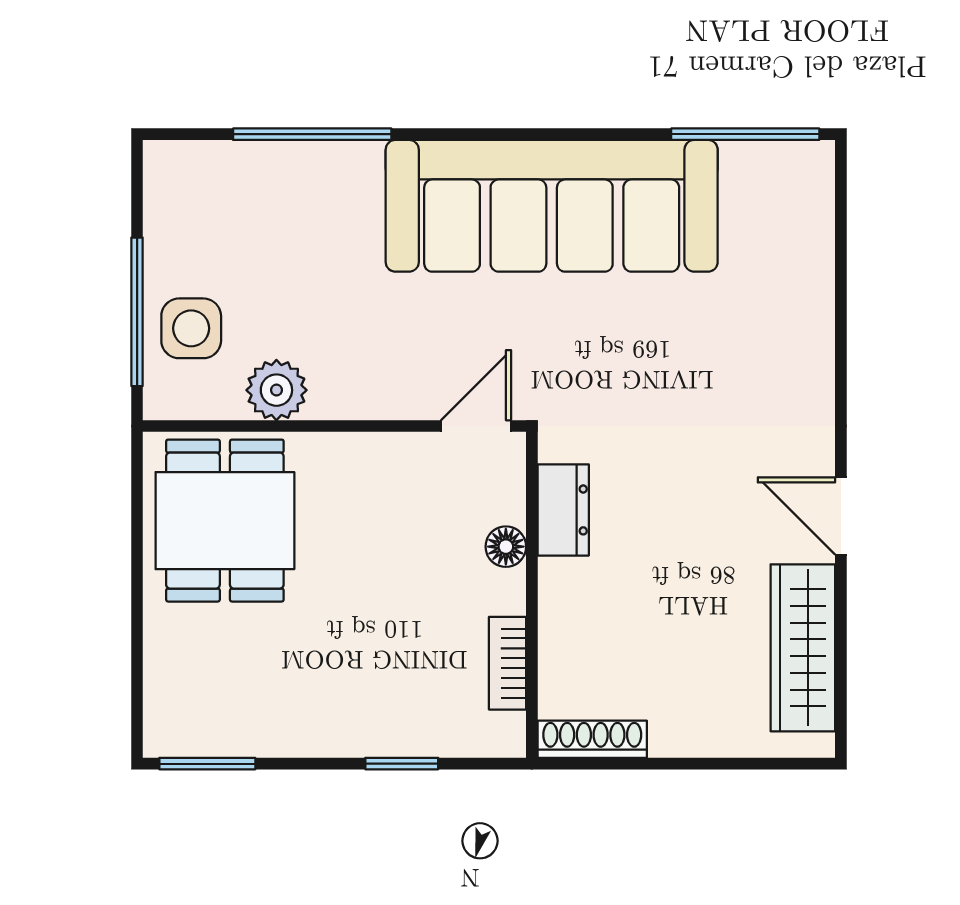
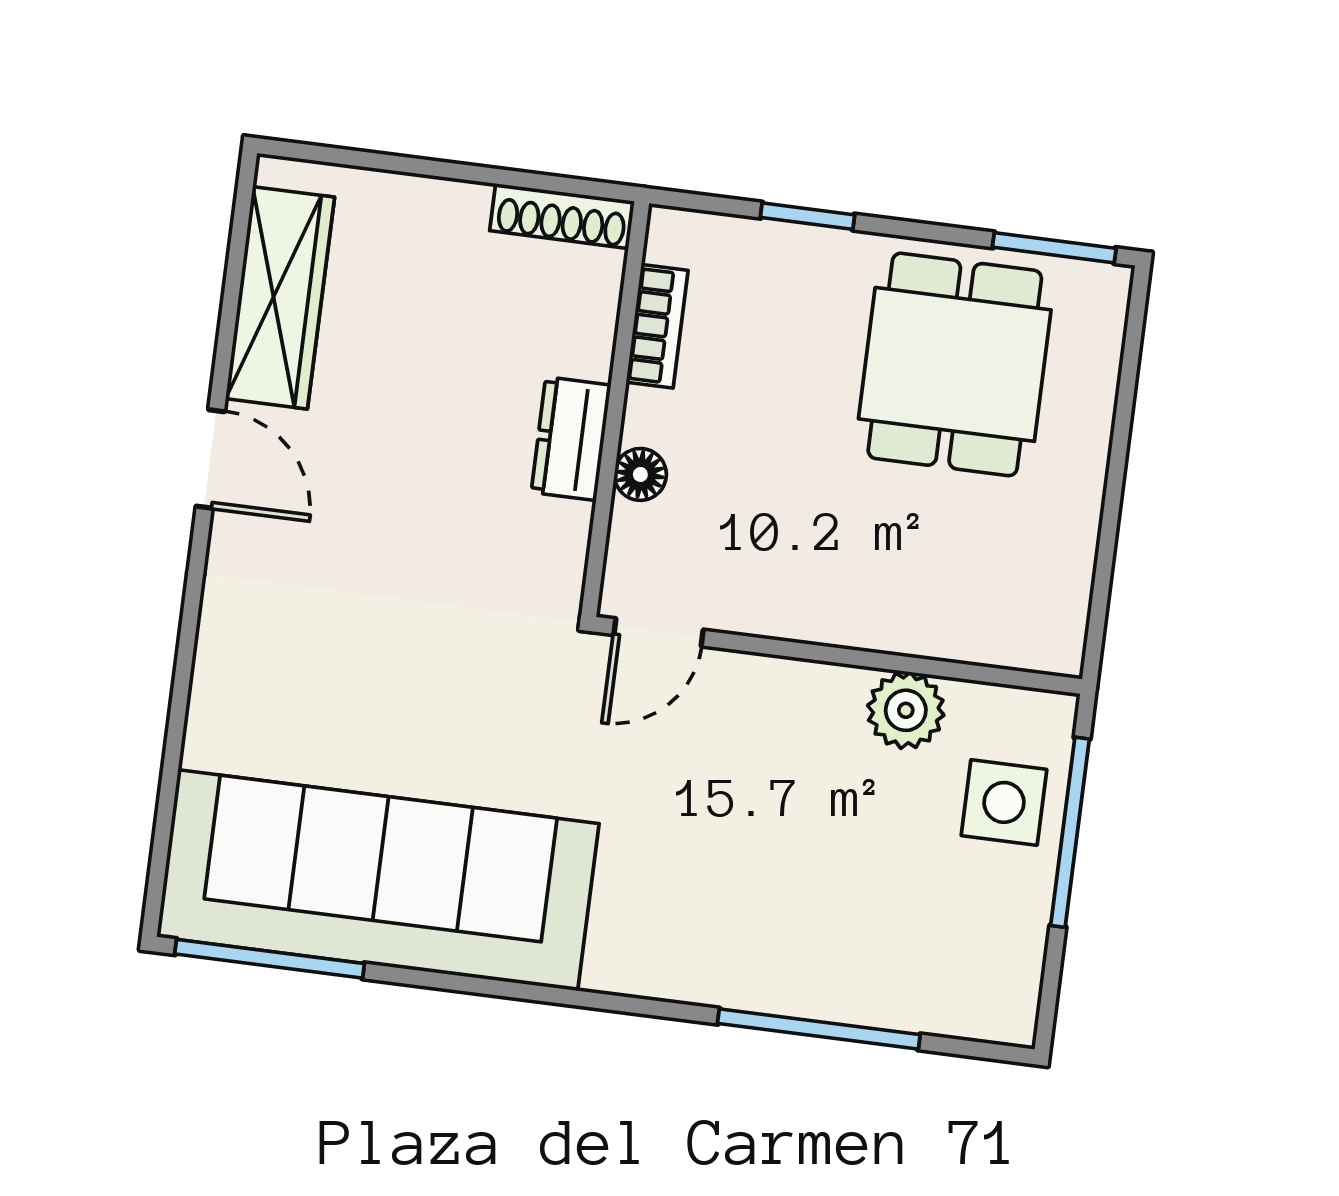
sofa: (552, 206) -> (378, 880), moved
dresser: (563, 510) -> (571, 439), moved
dining table: (225, 521) -> (955, 364), moved

